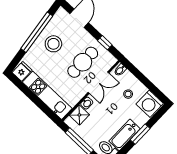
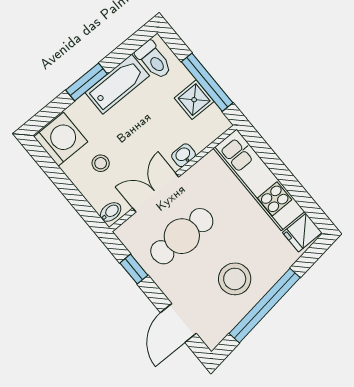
shower: (79, 115) -> (194, 100), moved

